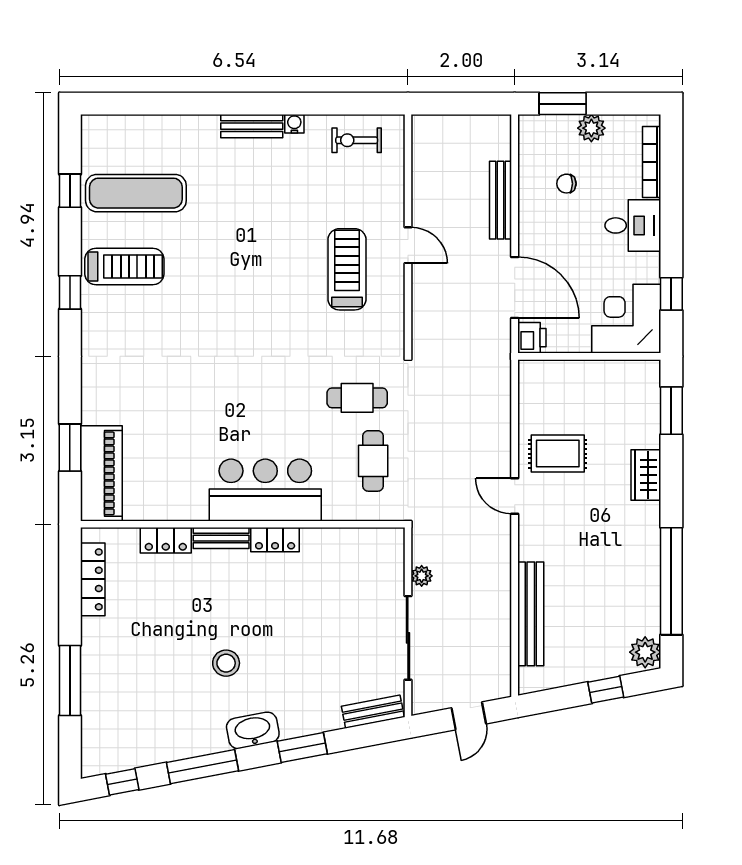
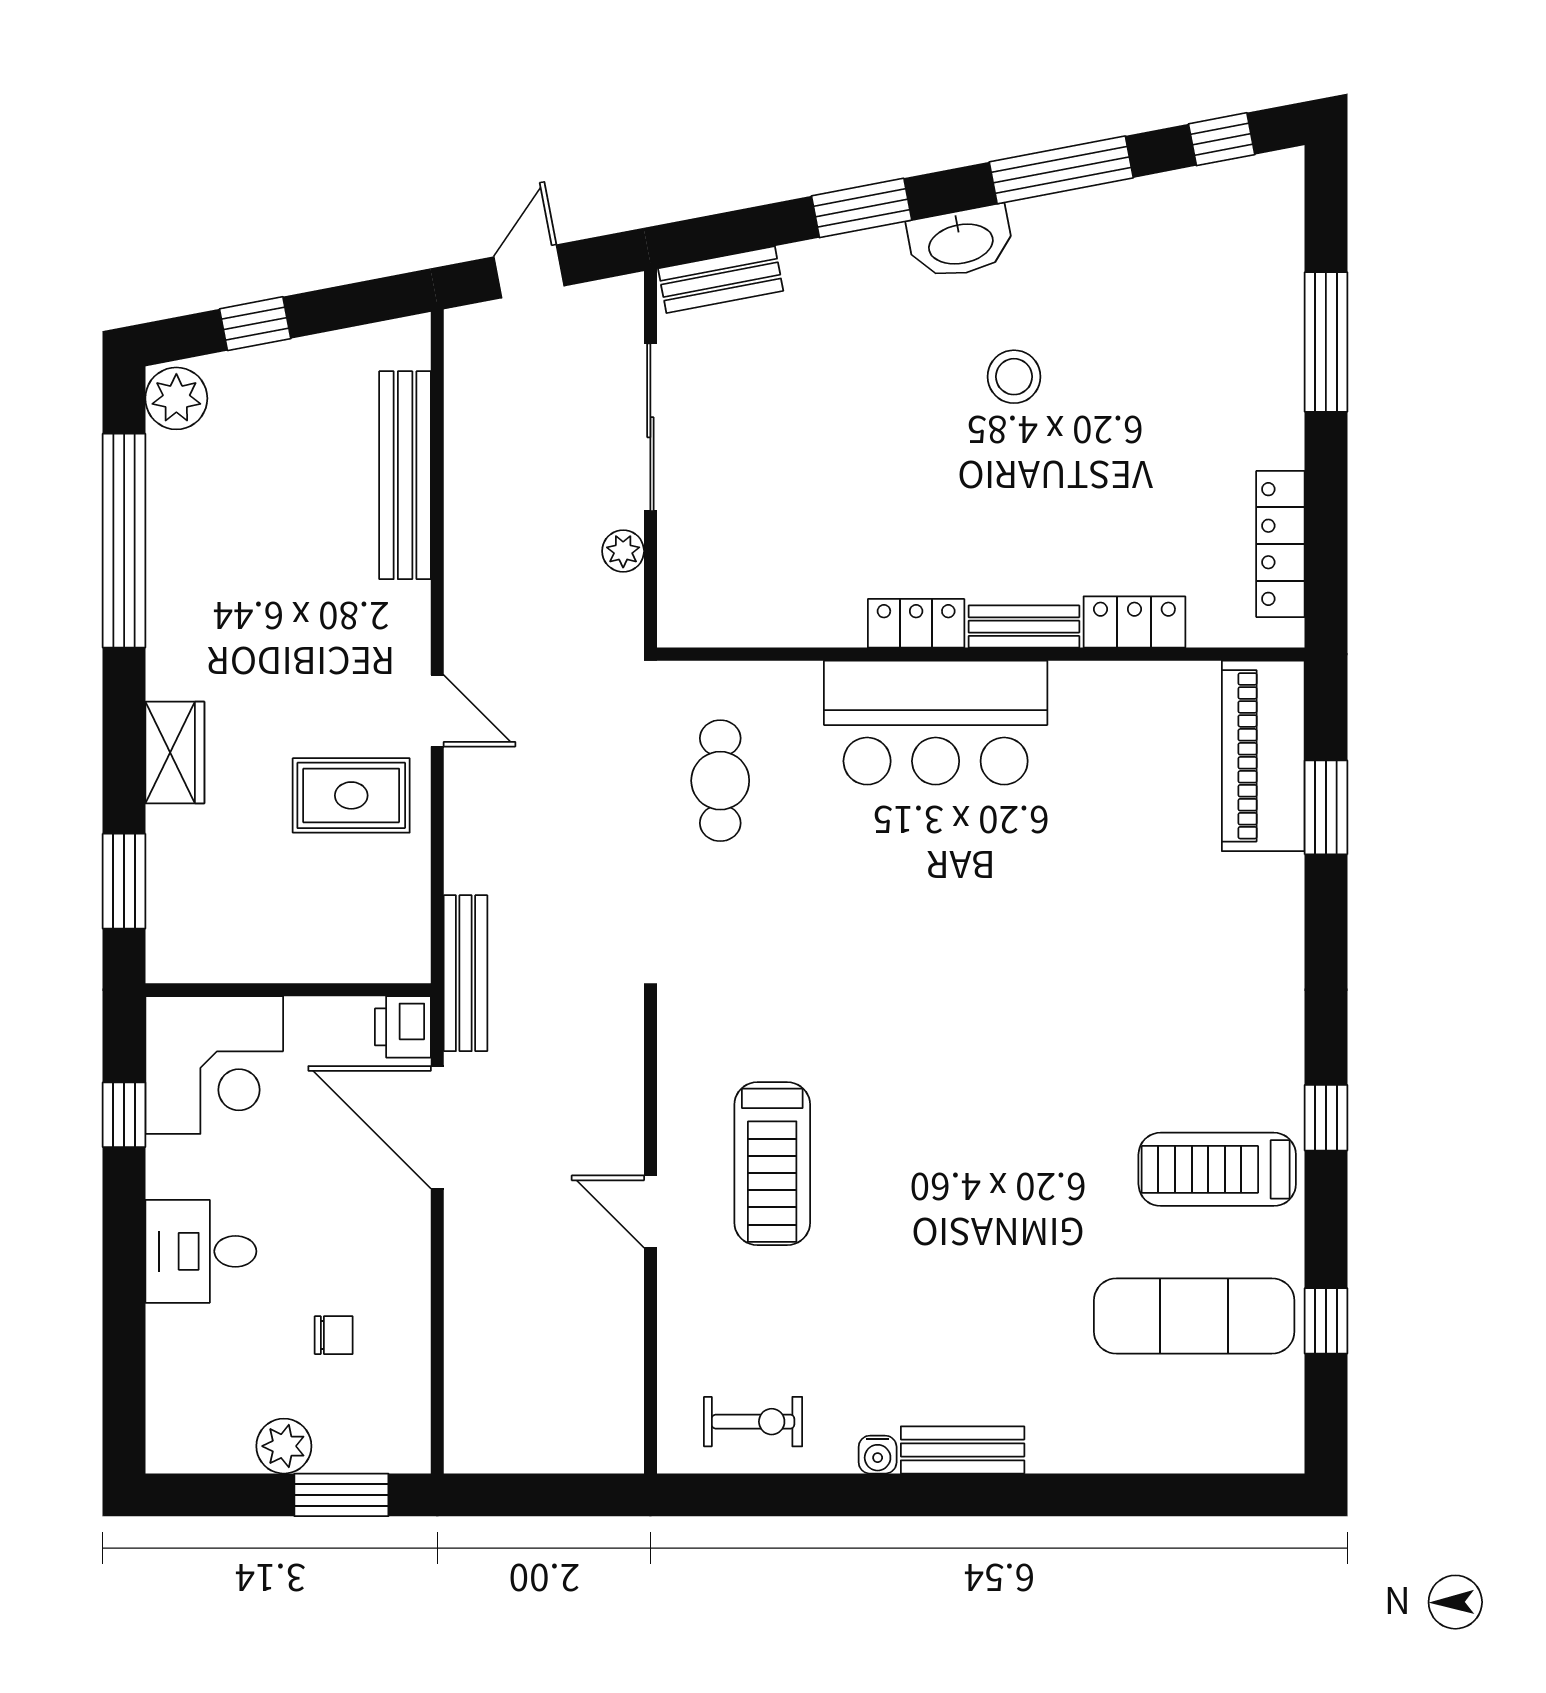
bookcase: (652, 162) -> (164, 1378), removed
bench: (500, 200) -> (466, 973), moved
cafe table: (357, 398) -> (752, 907), removed

